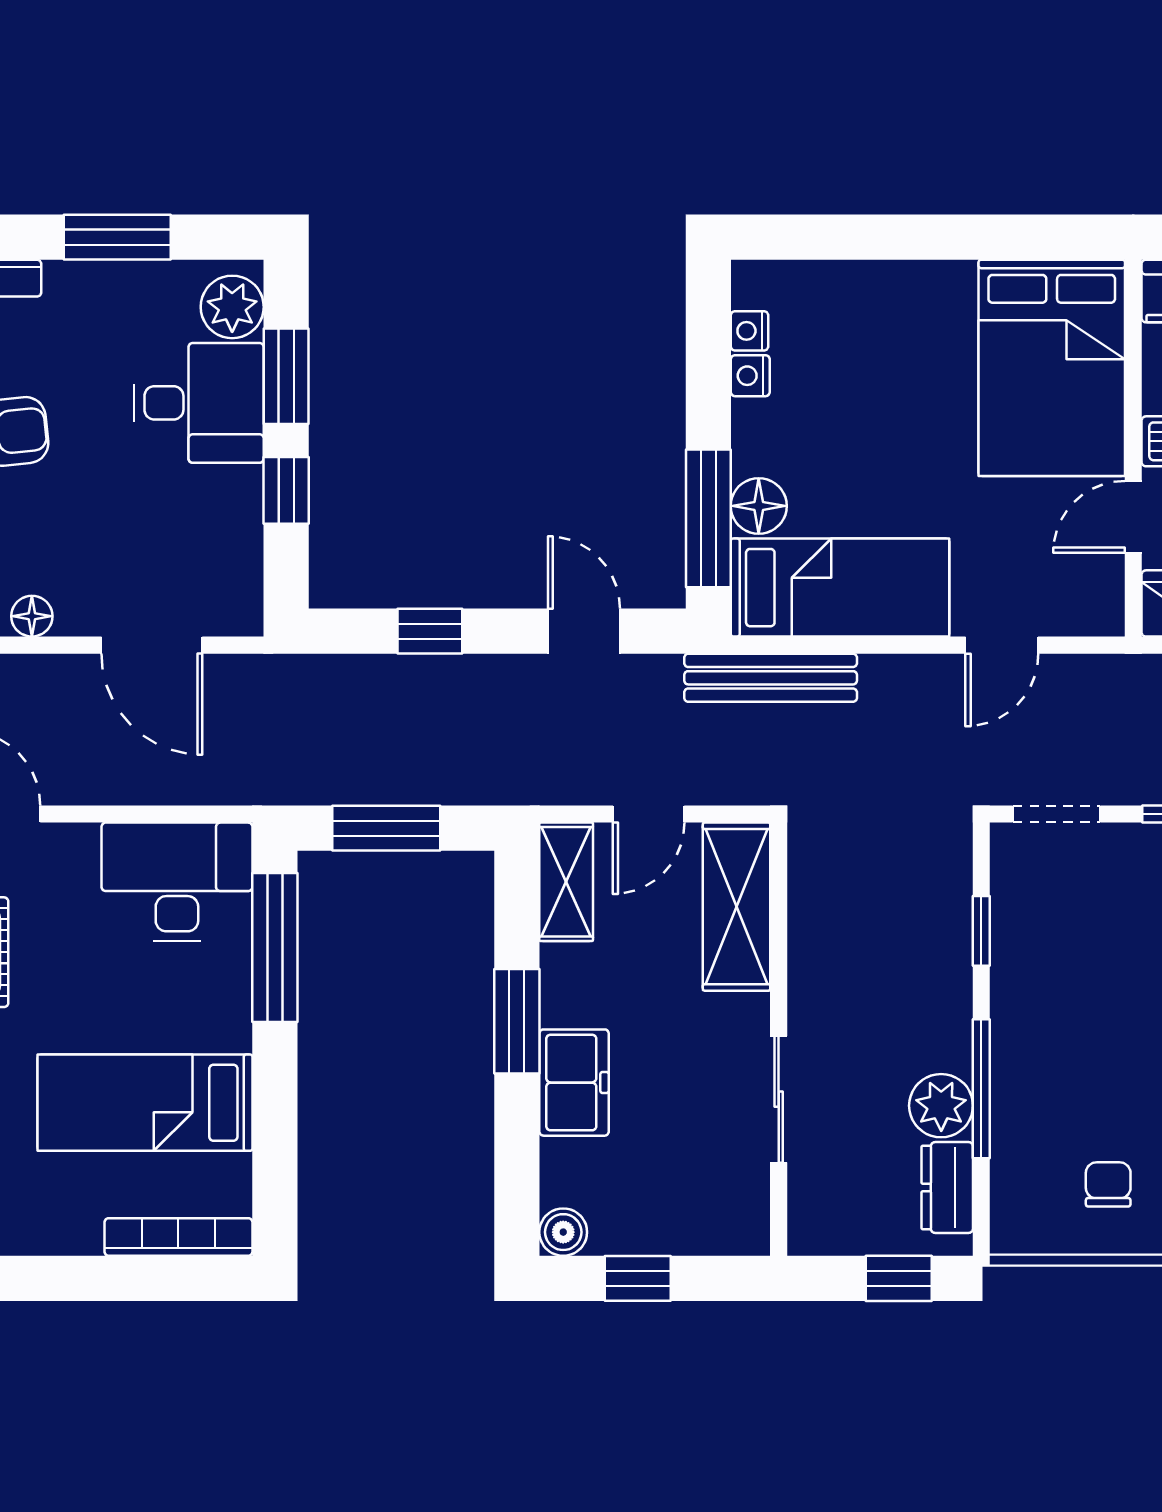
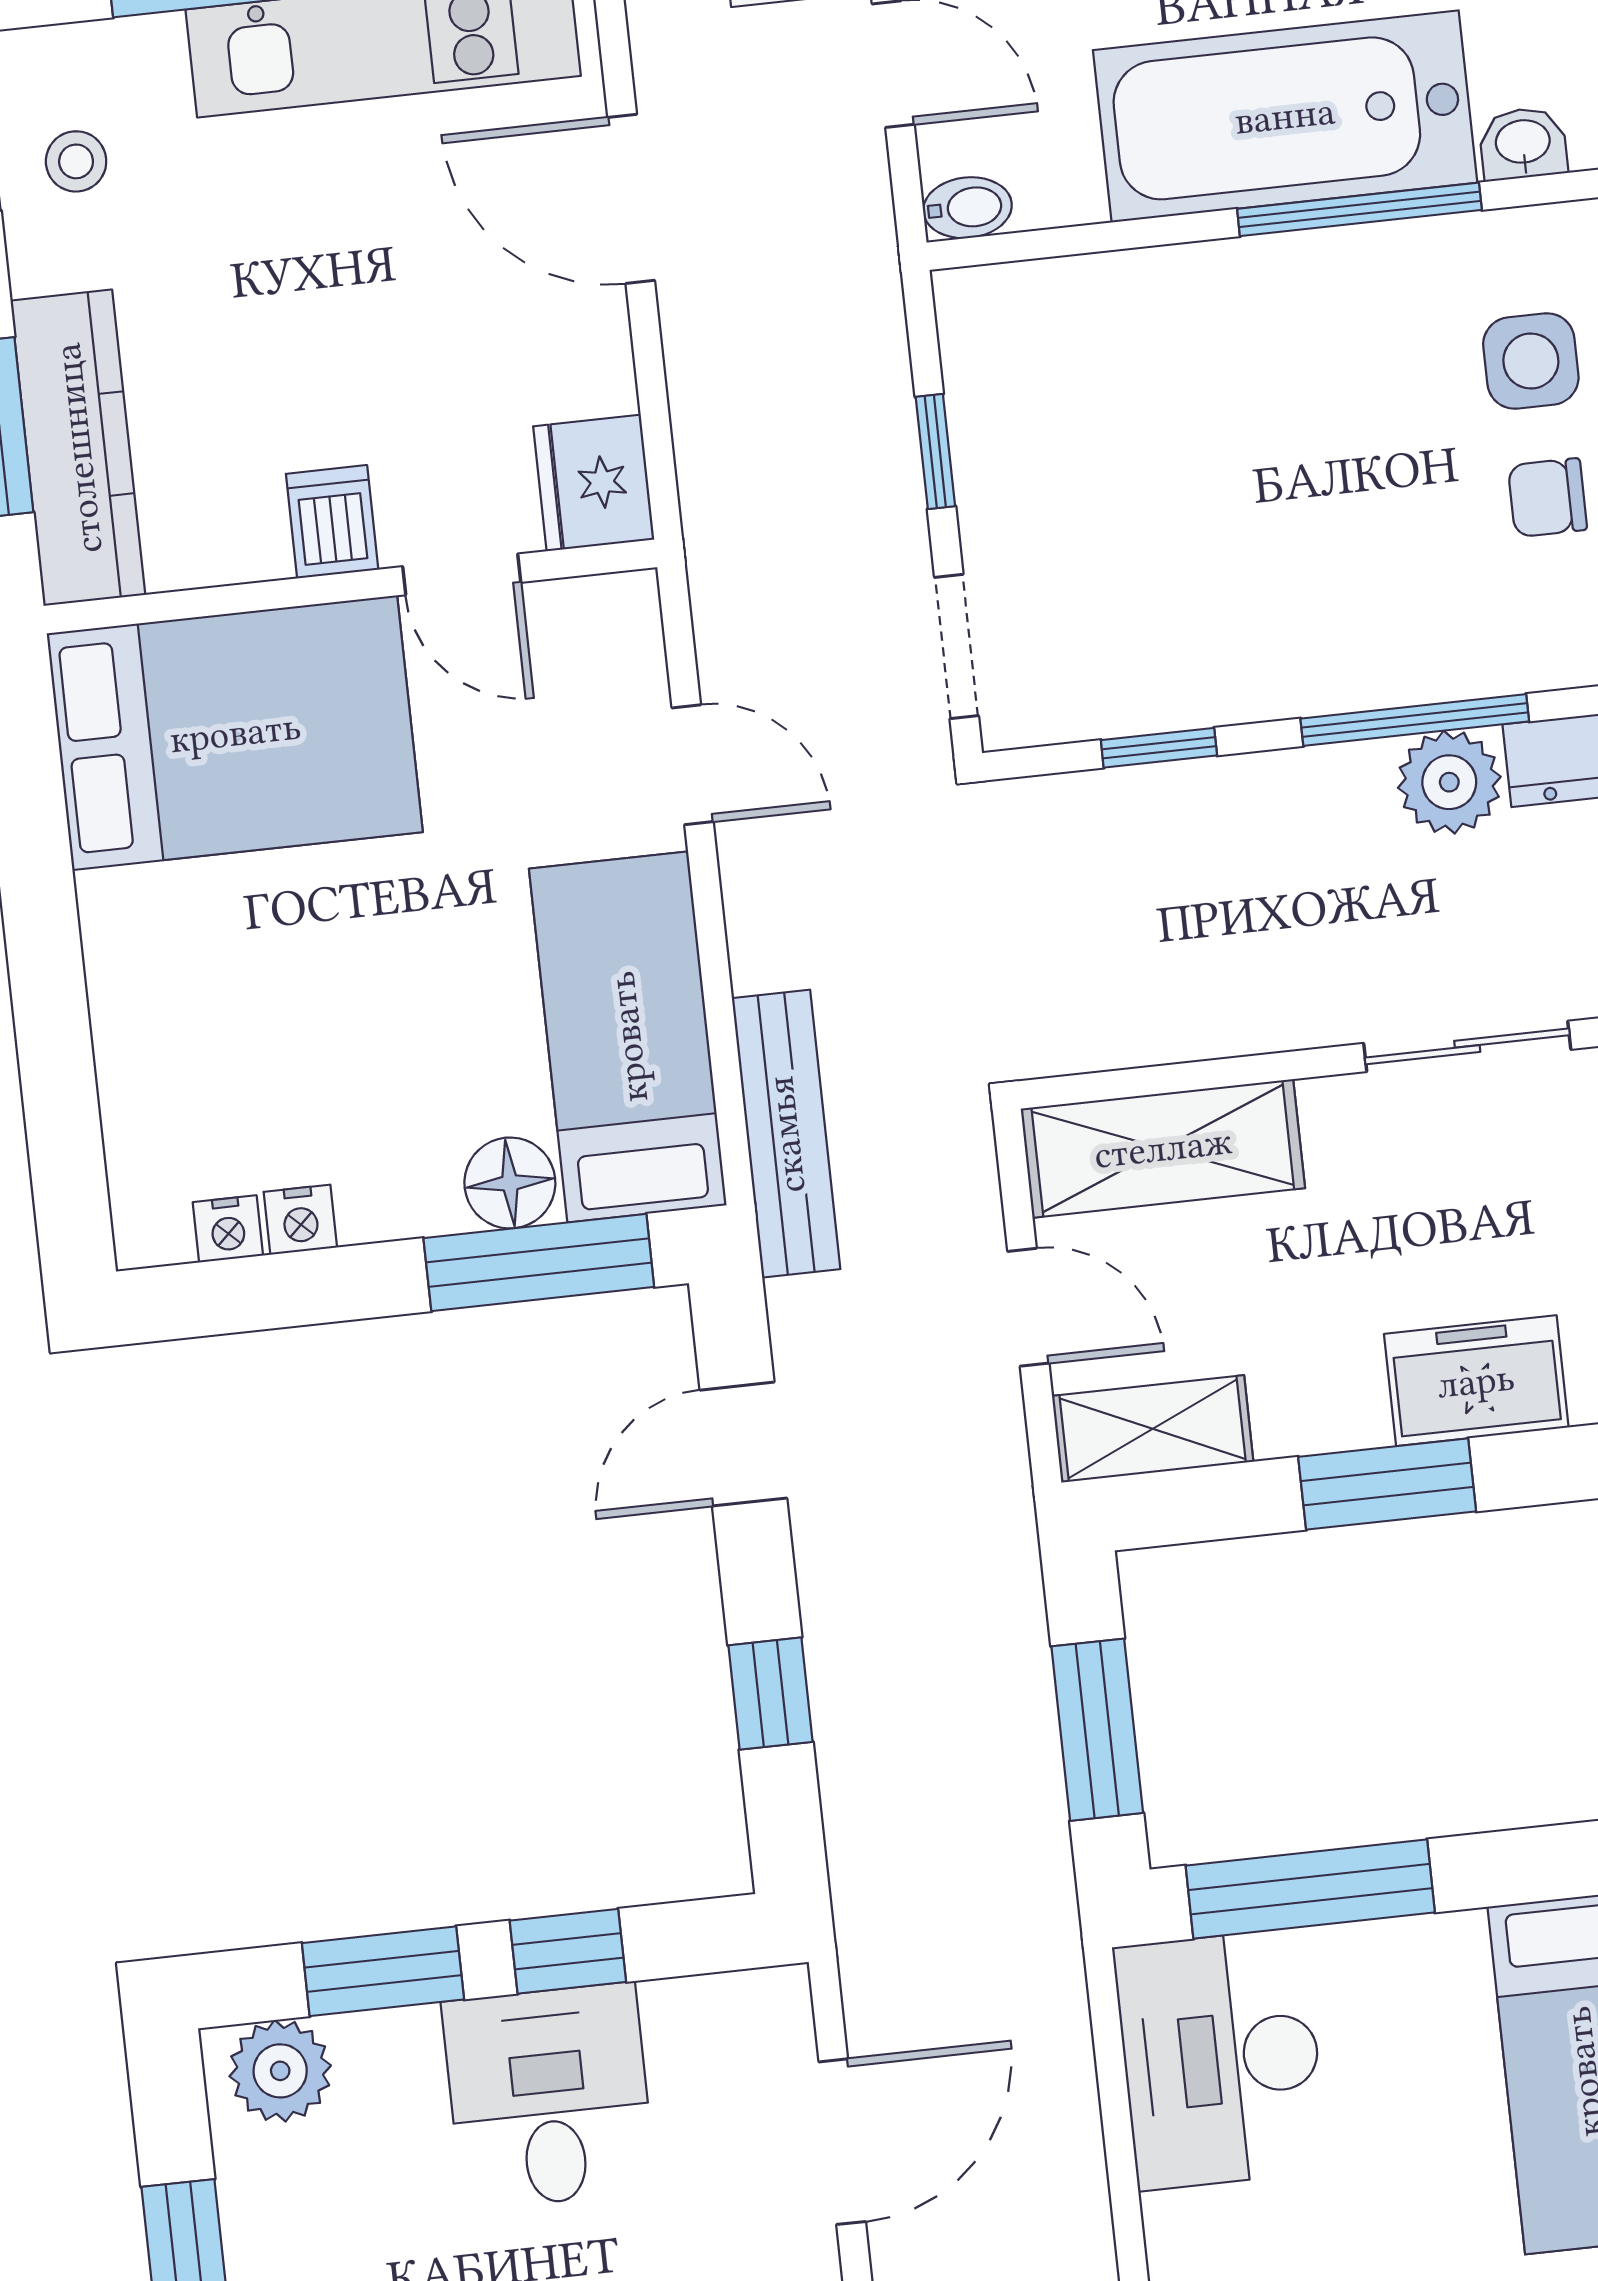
desk: (199, 403) -> (549, 2096), moved

